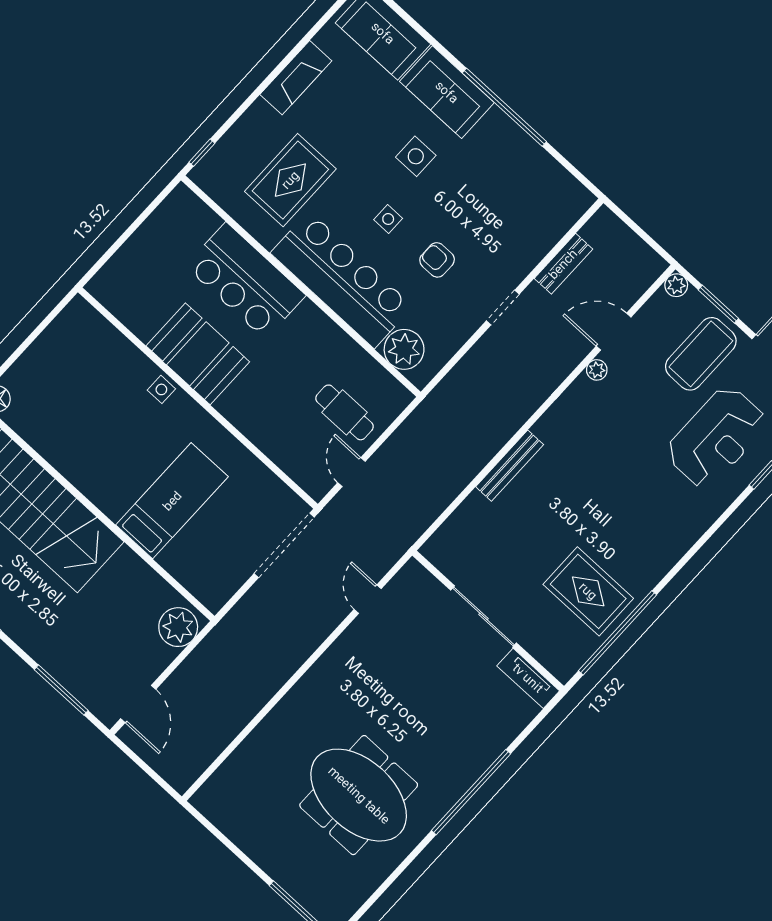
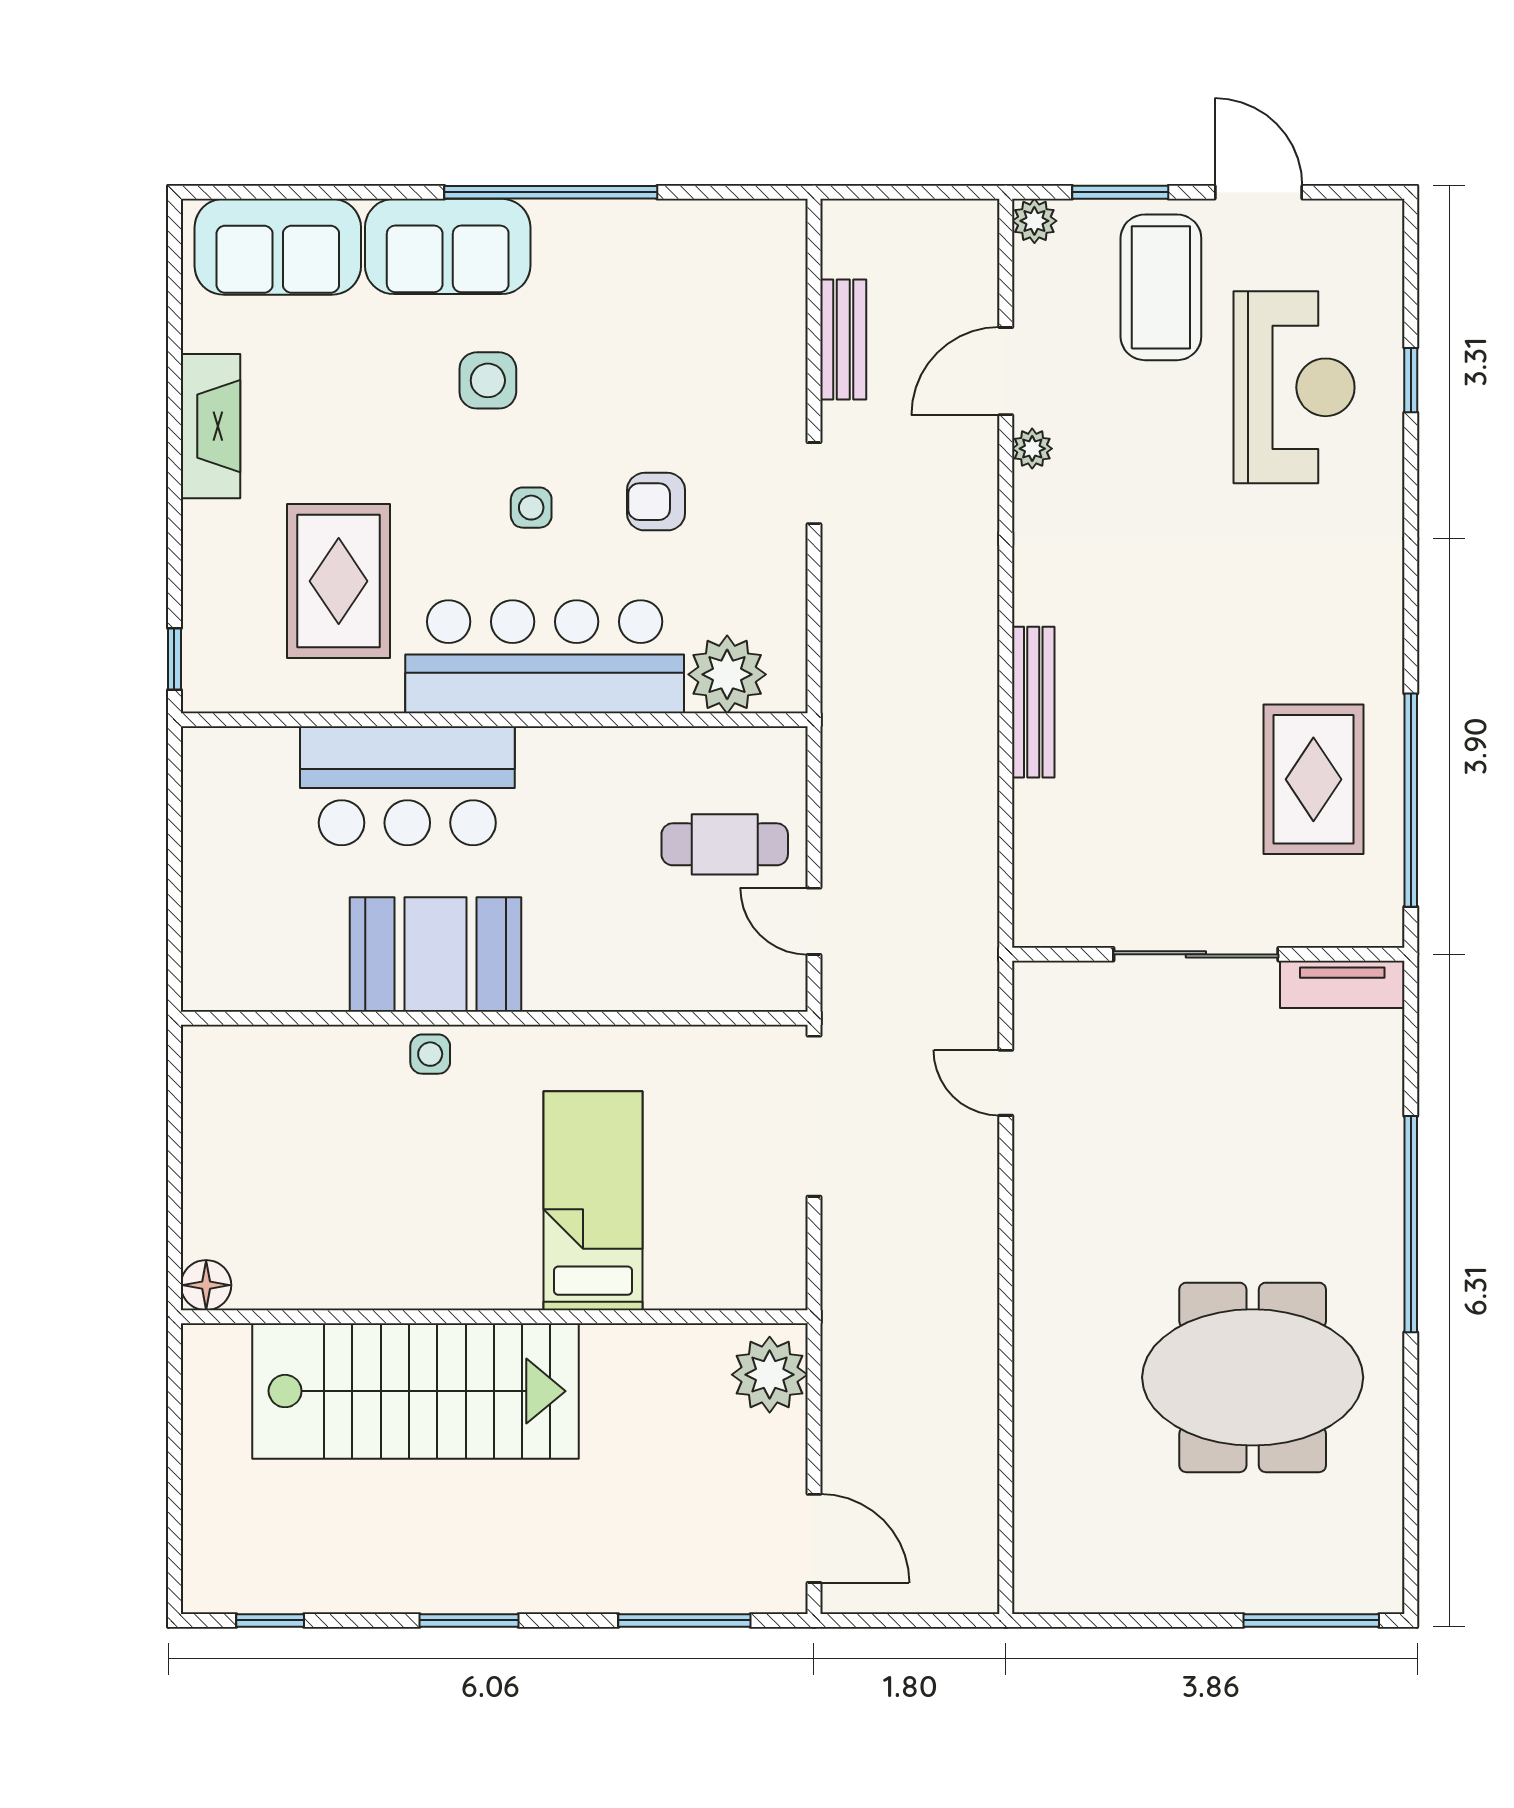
rug: (588, 591) -> (1313, 779), turned 90

